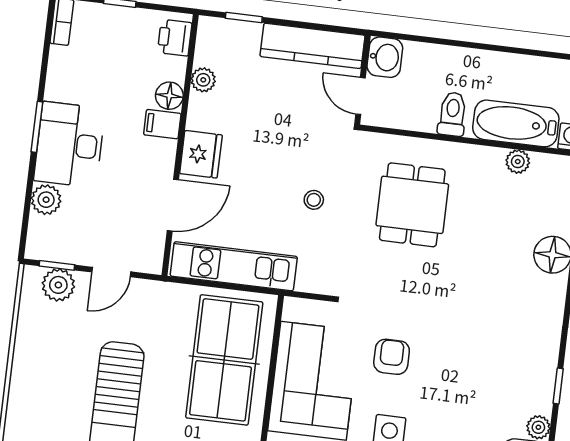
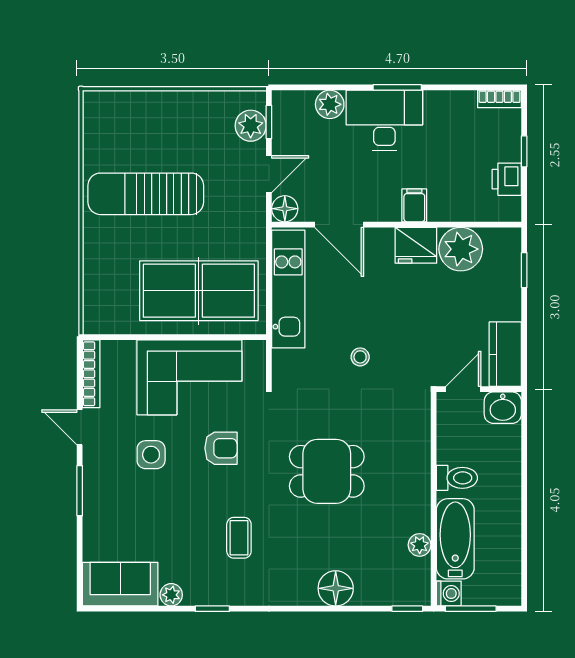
printer: (175, 38) -> (507, 179), moved, turned -90
kitchen counter: (312, 46) -> (505, 354), width x0.67
plant: (203, 80) -> (461, 249), width x1.87, depth x1.87
floor lamp: (169, 96) -> (285, 209), moved
fridge: (201, 154) -> (416, 245), moved
dining table: (412, 205) -> (327, 471), moved
door: (111, 272) -> (269, 174), swing flipped
coffee table: (487, 349) -> (239, 538), added

